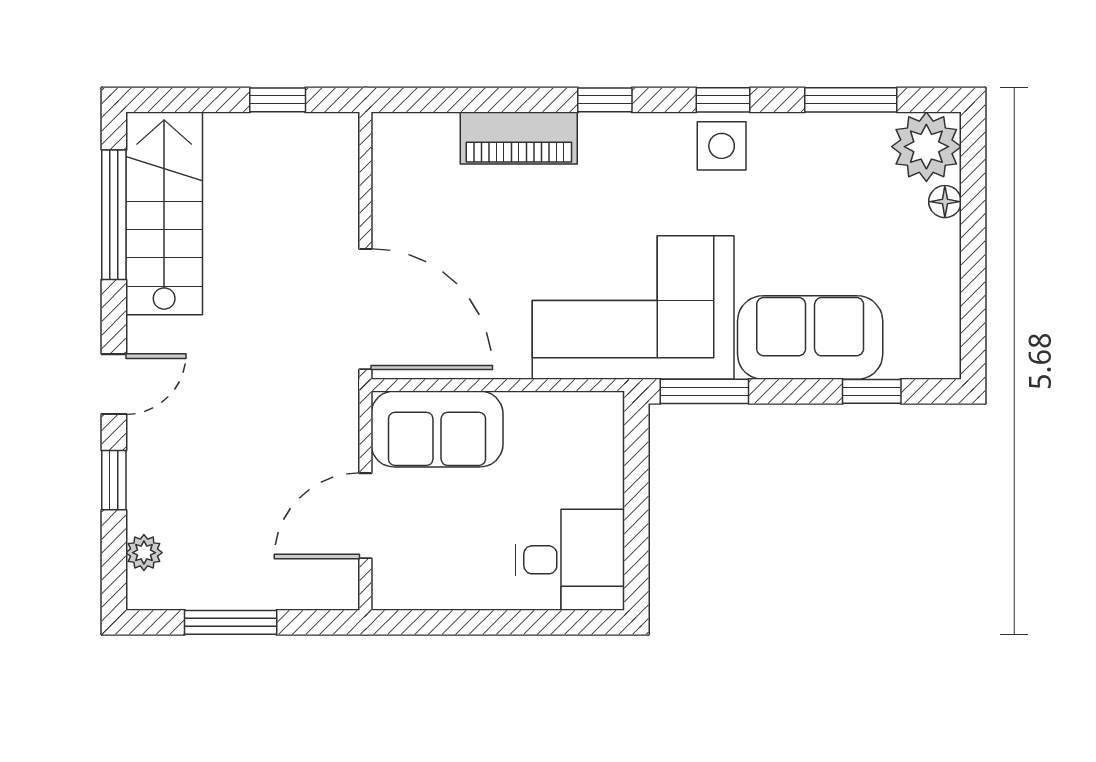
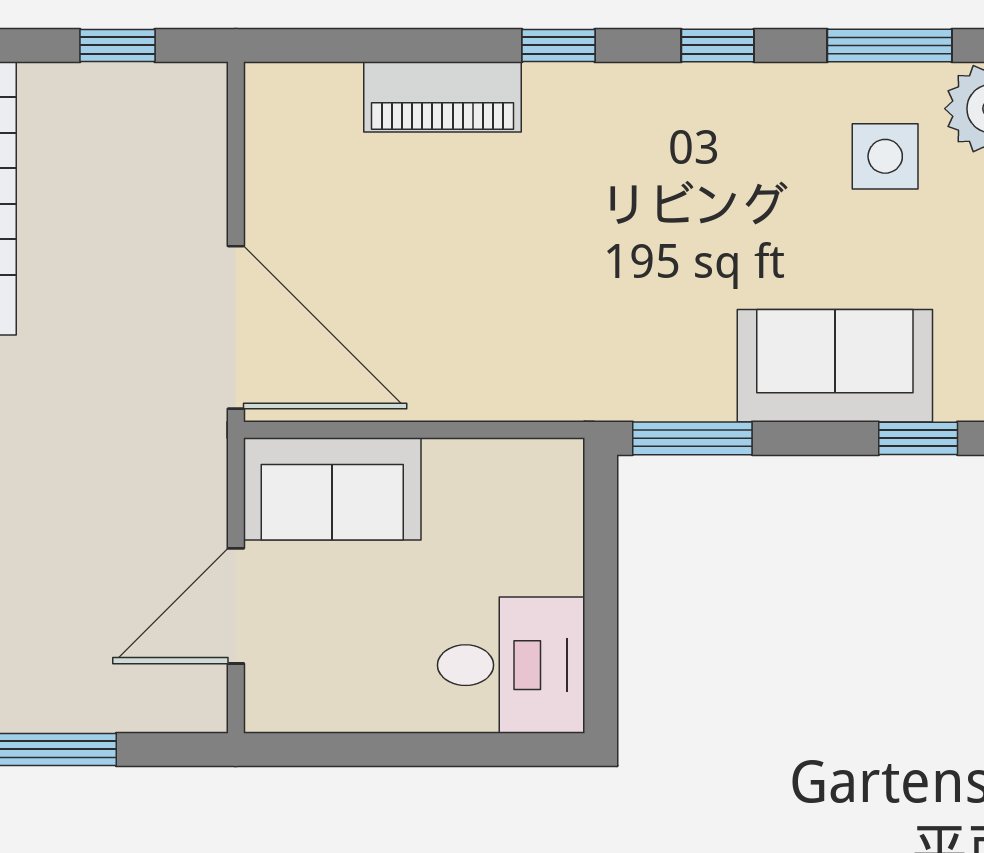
side table: (722, 146) -> (885, 156), moved
corner sofa: (633, 308) -> (596, 325), removed

